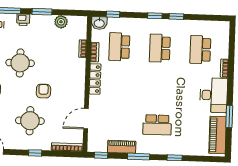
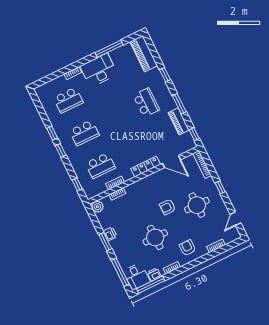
printer: (23, 20) -> (110, 234), moved
plant: (61, 22) -> (97, 207), moved
washbasin: (99, 23) -> (90, 192), removed
locker: (95, 79) -> (146, 167), moved
window: (229, 116) -> (109, 49), width x1.44
piano: (218, 135) -> (144, 54), moved, turned 90

